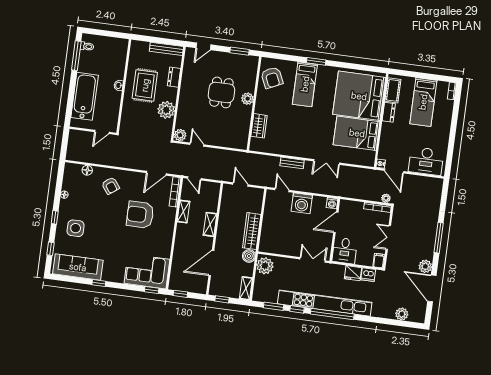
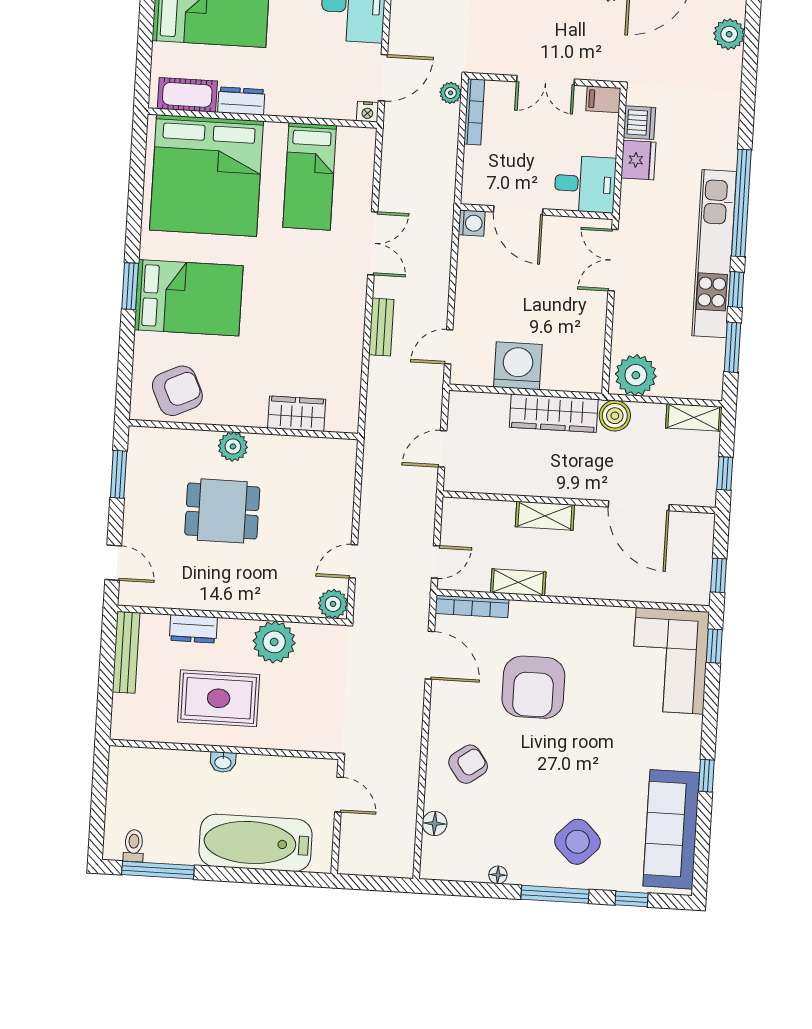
bed: (305, 84) -> (189, 298), width x1.50
bed: (357, 133) -> (310, 176), width x0.67
washing machine: (302, 203) -> (518, 366), moved, turned -90
window: (55, 217) -> (555, 894), width x2.17
side table: (76, 228) -> (577, 842), turned 45
kitchen unit: (325, 303) -> (714, 254), width x0.73

